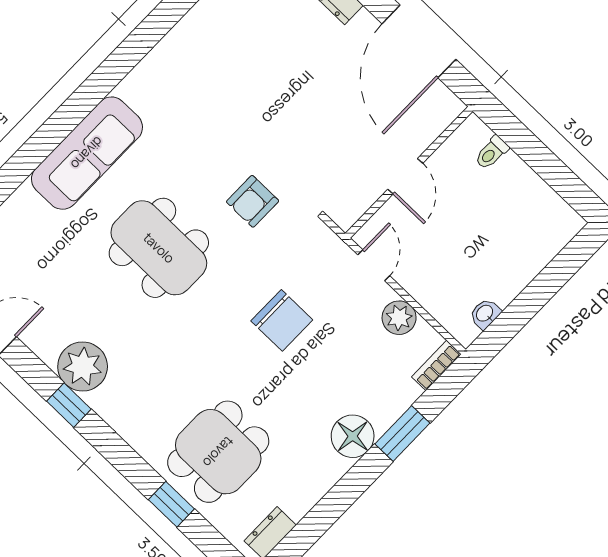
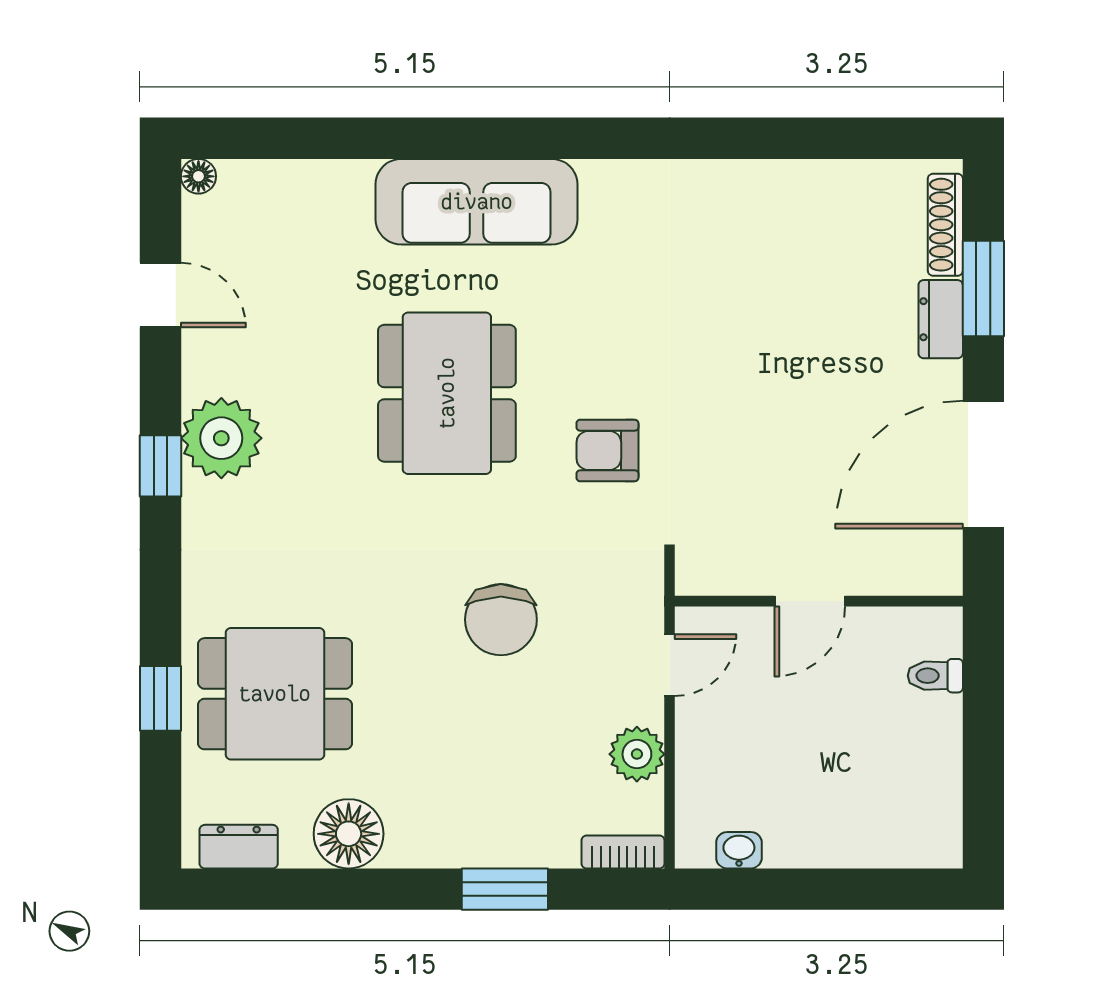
floor lamp: (353, 436) -> (349, 834), moved

